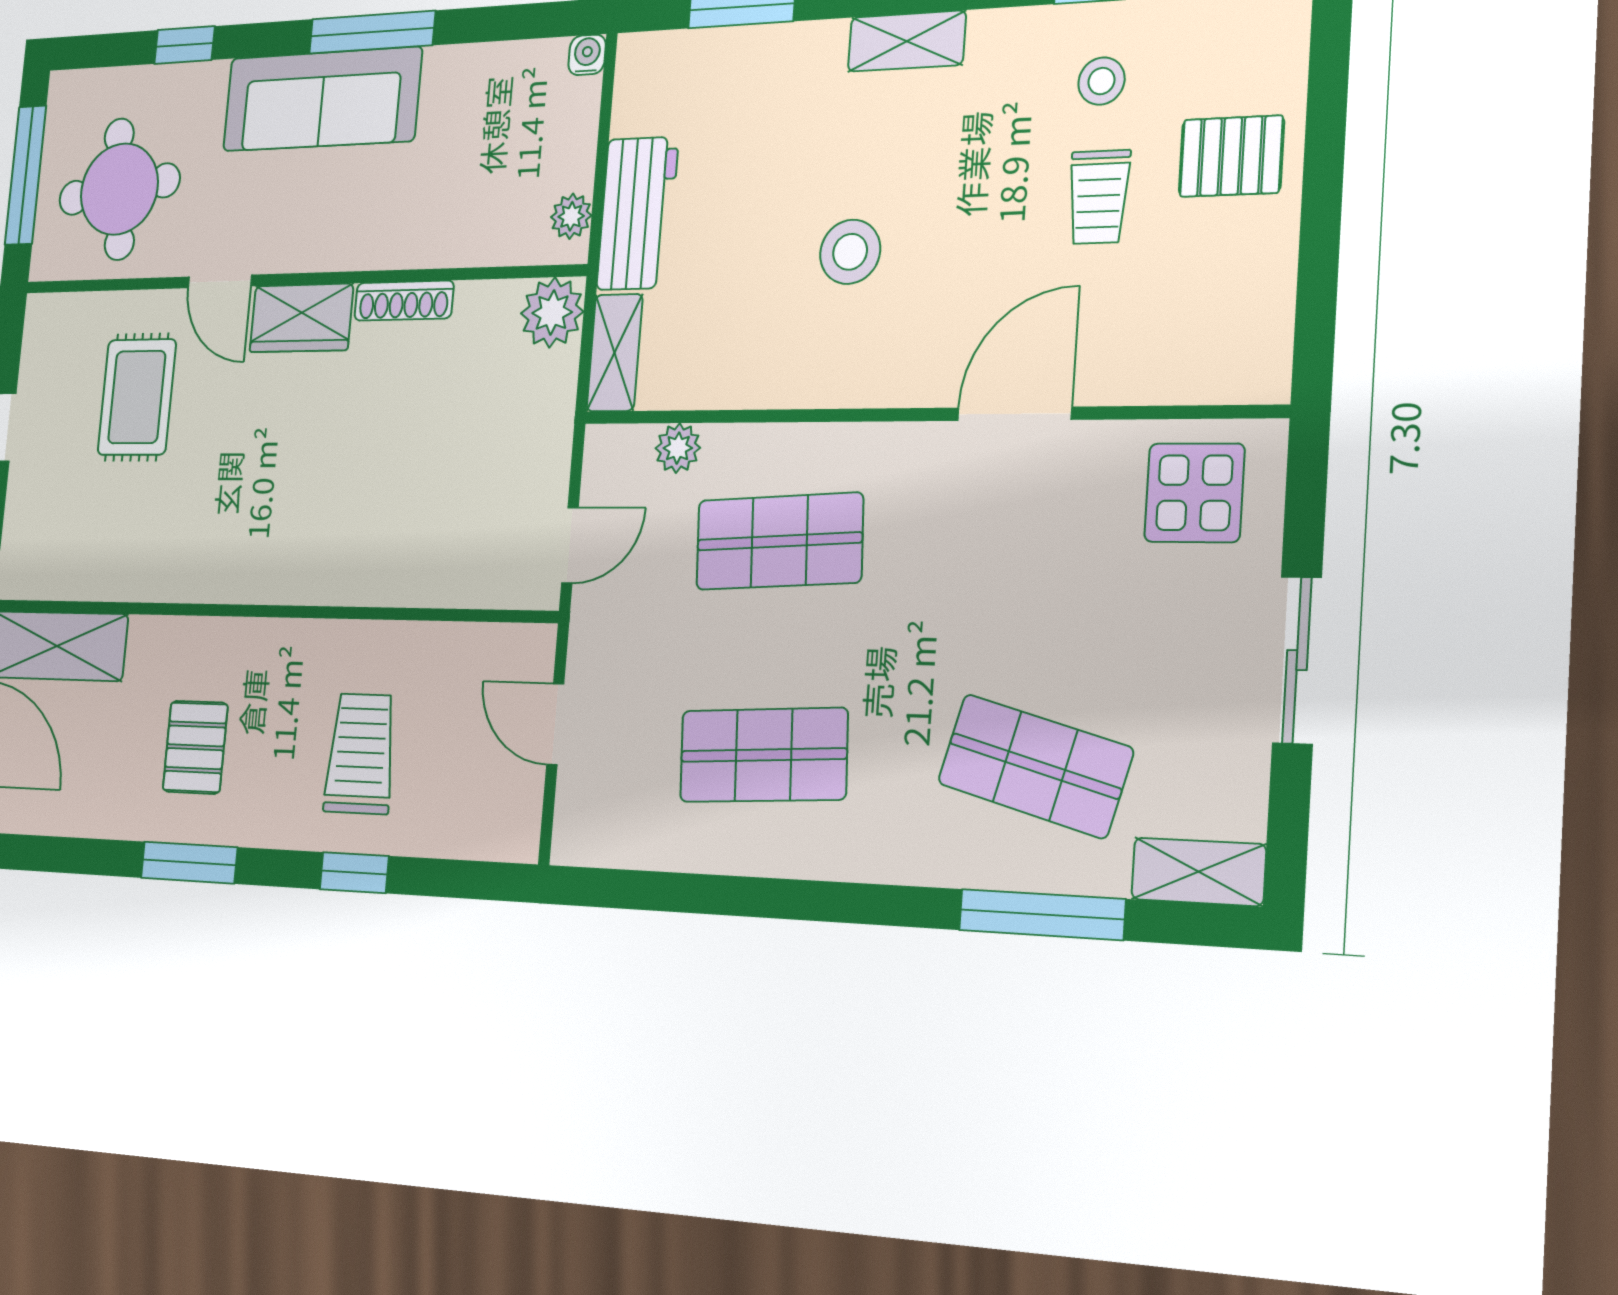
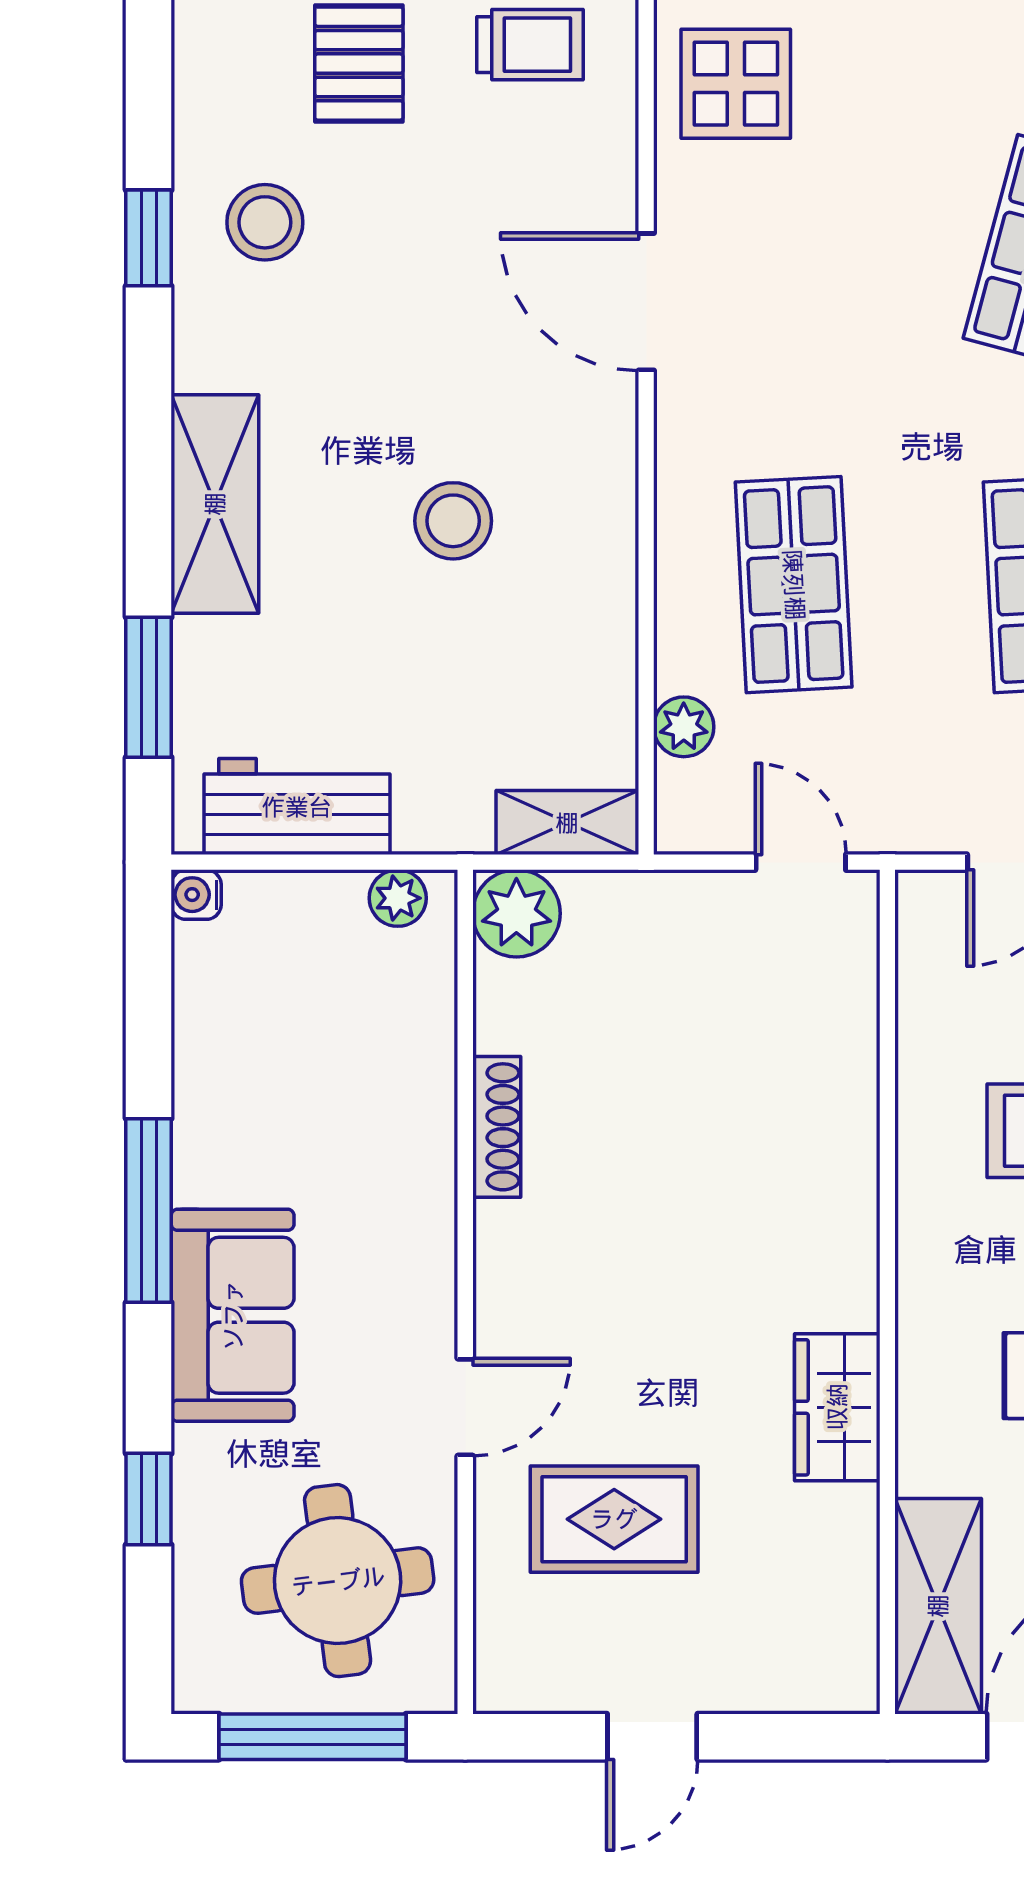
shelving: (907, 41) -> (215, 504), width x1.50, depth x1.33
stool: (1101, 81) -> (265, 222), width x1.37, depth x1.37
sofa: (322, 99) -> (233, 1315), width x0.73
trolley: (1099, 197) -> (530, 45), moved
workbench: (638, 213) -> (297, 807), moved
wardrobe: (301, 318) -> (837, 1407), moved, turned 180

